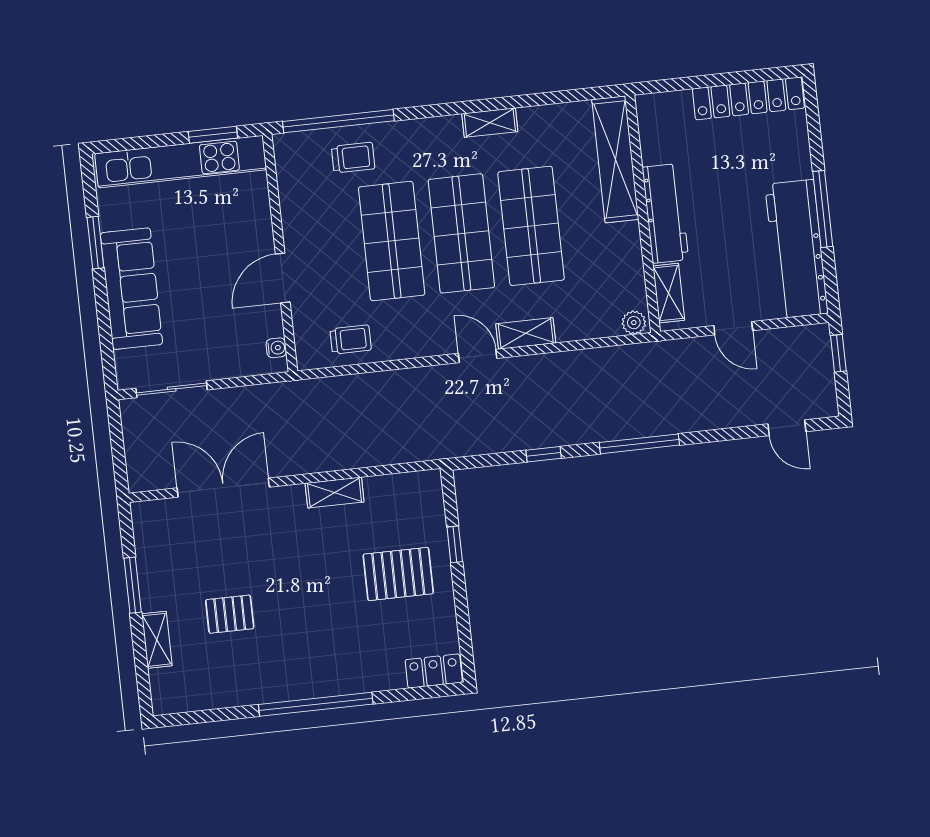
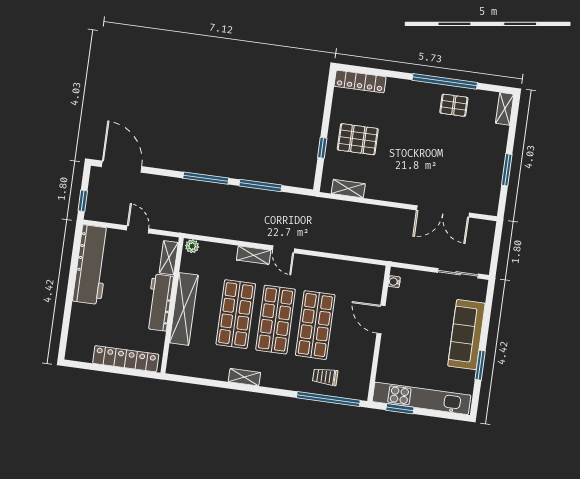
locker: (748, 98) -> (126, 359), moved
shelving: (615, 159) -> (184, 309), moved
window: (823, 209) -> (71, 283), removed
door: (283, 278) -> (381, 320), swing flipped
trolley: (351, 339) -> (352, 276), removed
door: (787, 428) -> (122, 167), width x1.87
window: (544, 454) -> (260, 186), width x2.17
shelving: (335, 493) -> (348, 189), moved
pallet: (230, 614) -> (454, 105), moved
shelving: (157, 640) -> (505, 109), moved
locker: (434, 671) -> (360, 82), width x1.53
window: (316, 704) -> (445, 81), moved

